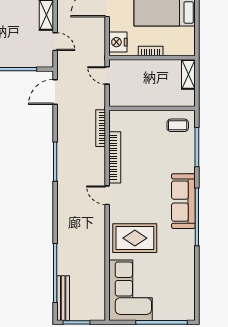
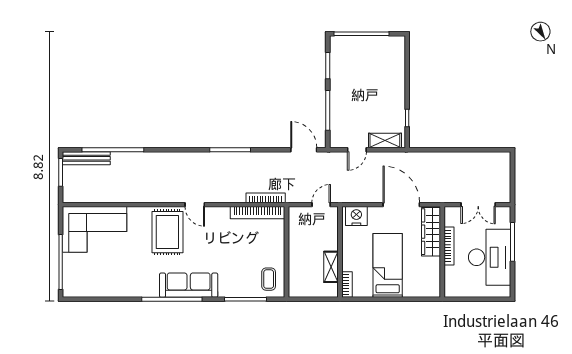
bookcase: (151, 51) -> (347, 285), moved
shelving: (188, 74) -> (331, 267), moved, turned 90
bookcase: (115, 157) -> (258, 213), moved
door: (107, 195) -> (195, 205), swing flipped
rug: (135, 238) -> (167, 232), moved

